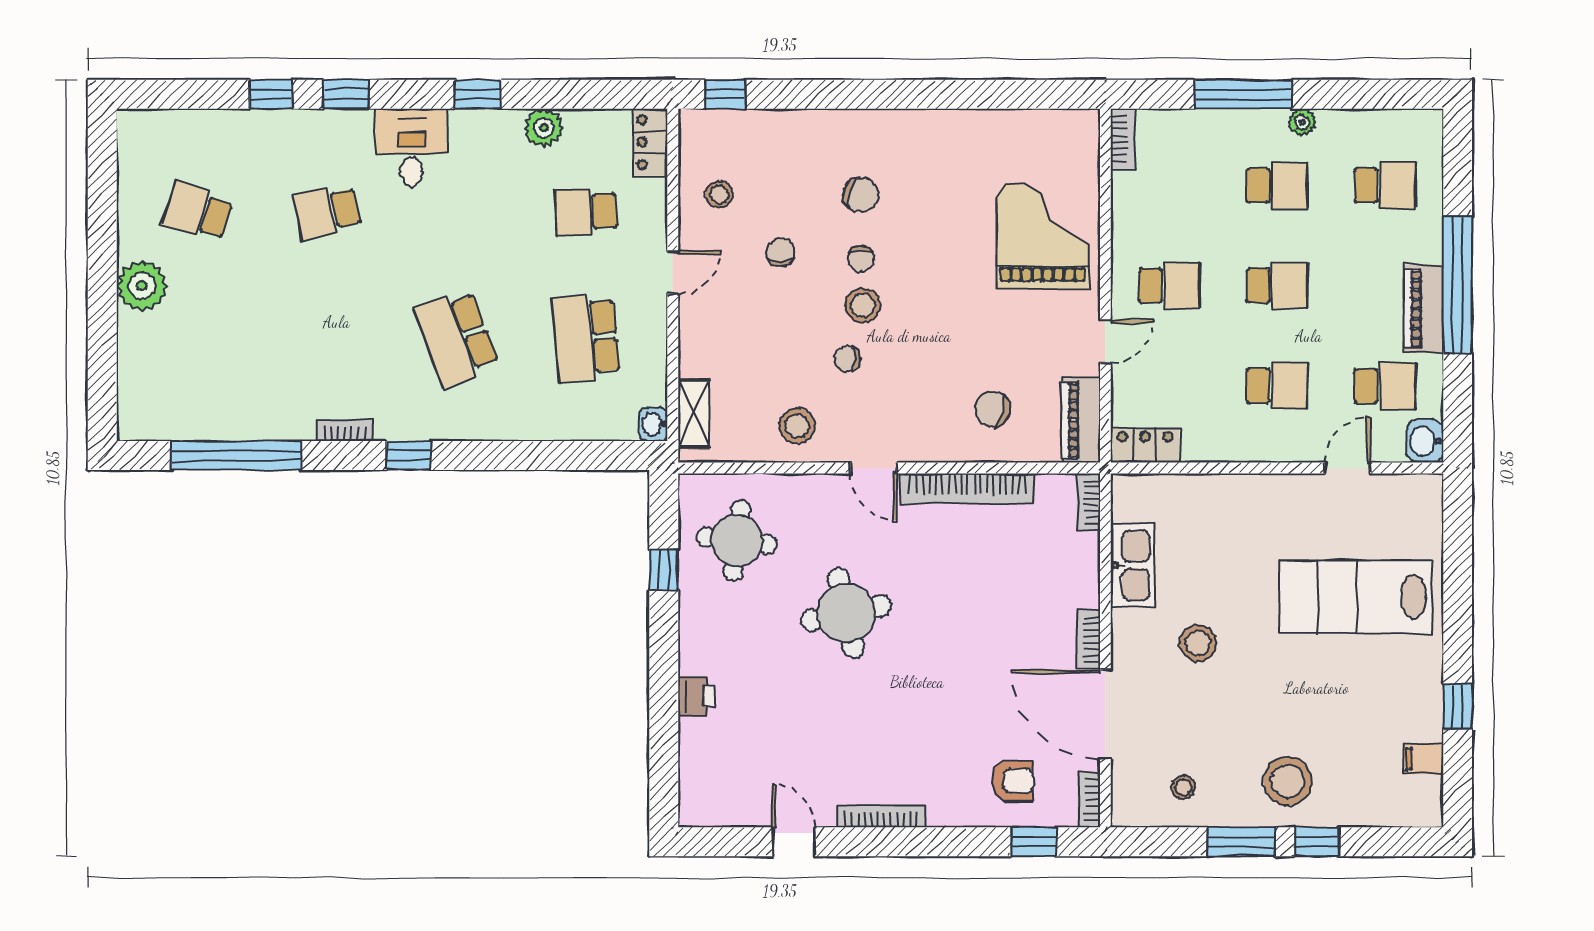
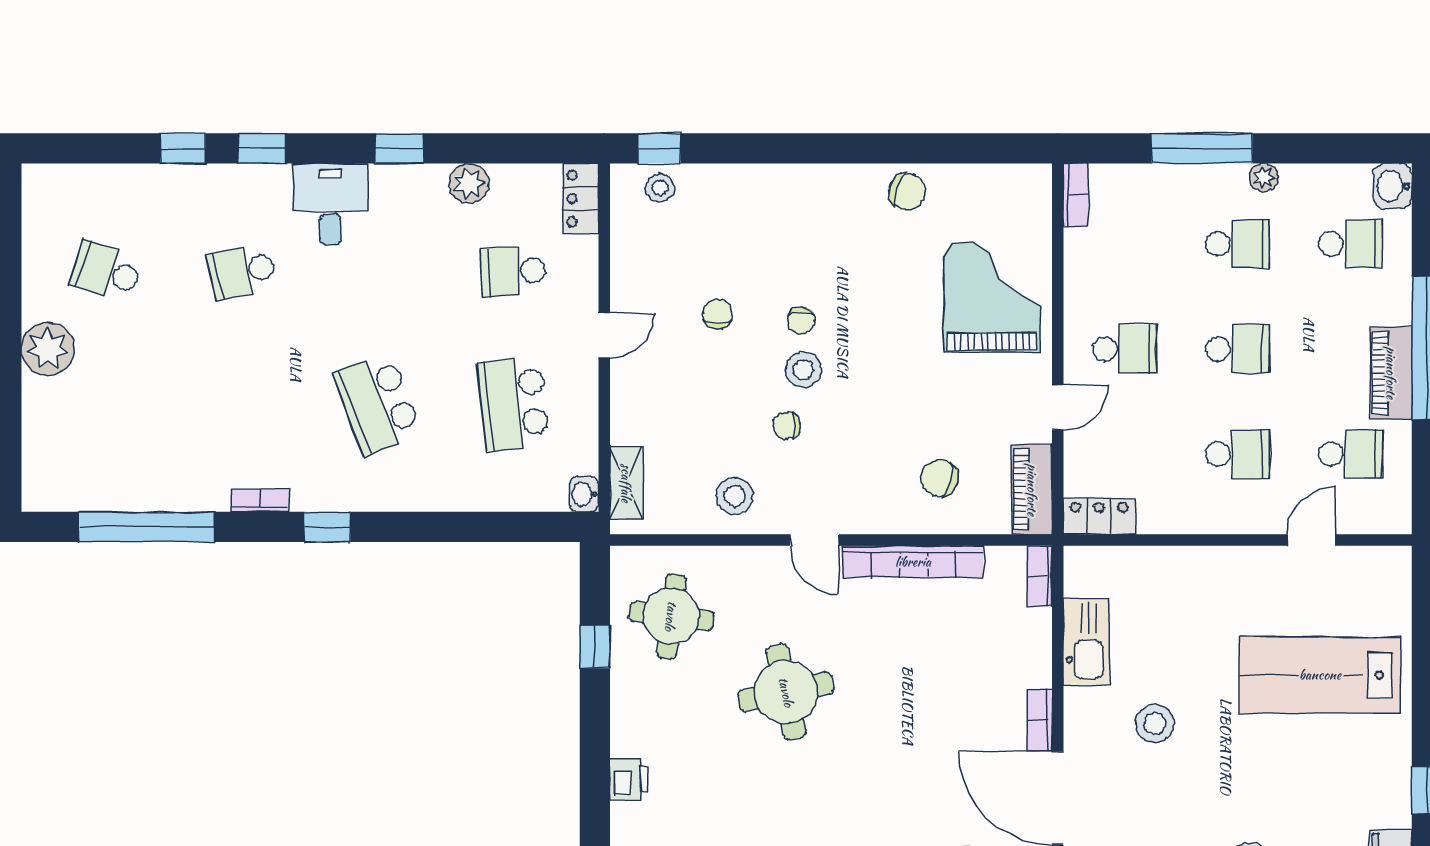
stool: (719, 194) -> (660, 188), moved
chair: (861, 195) -> (907, 192), moved
washbasin: (1425, 441) -> (1393, 186), moved

